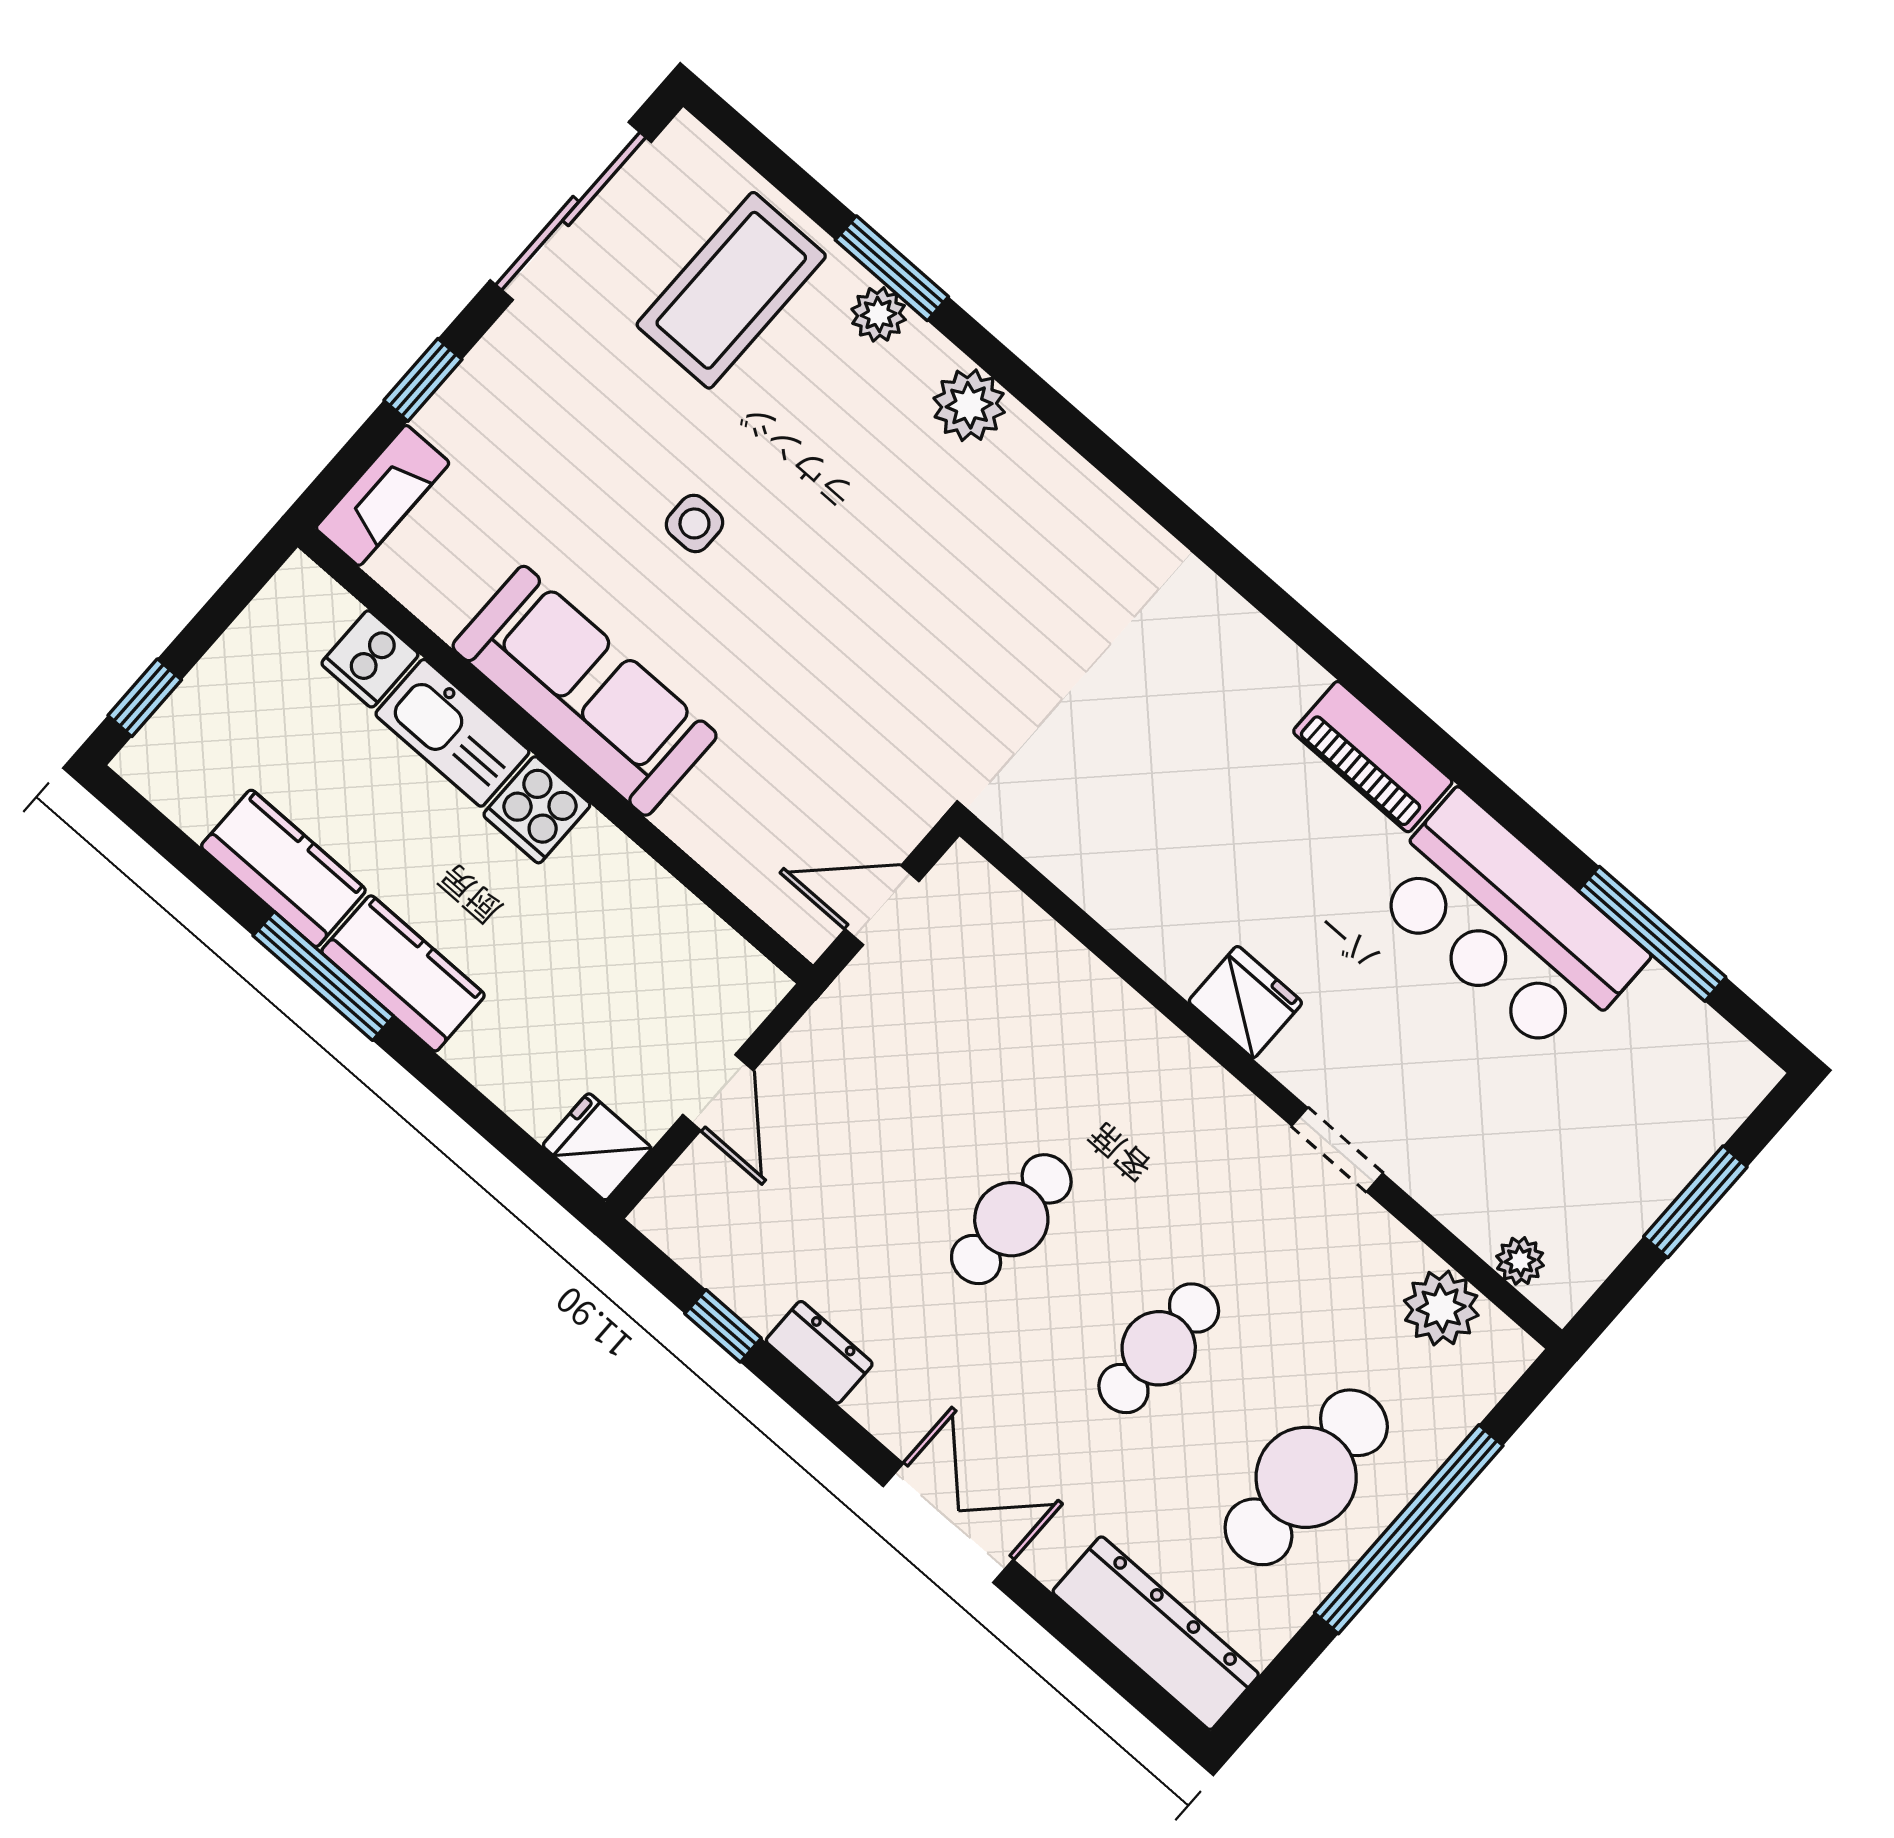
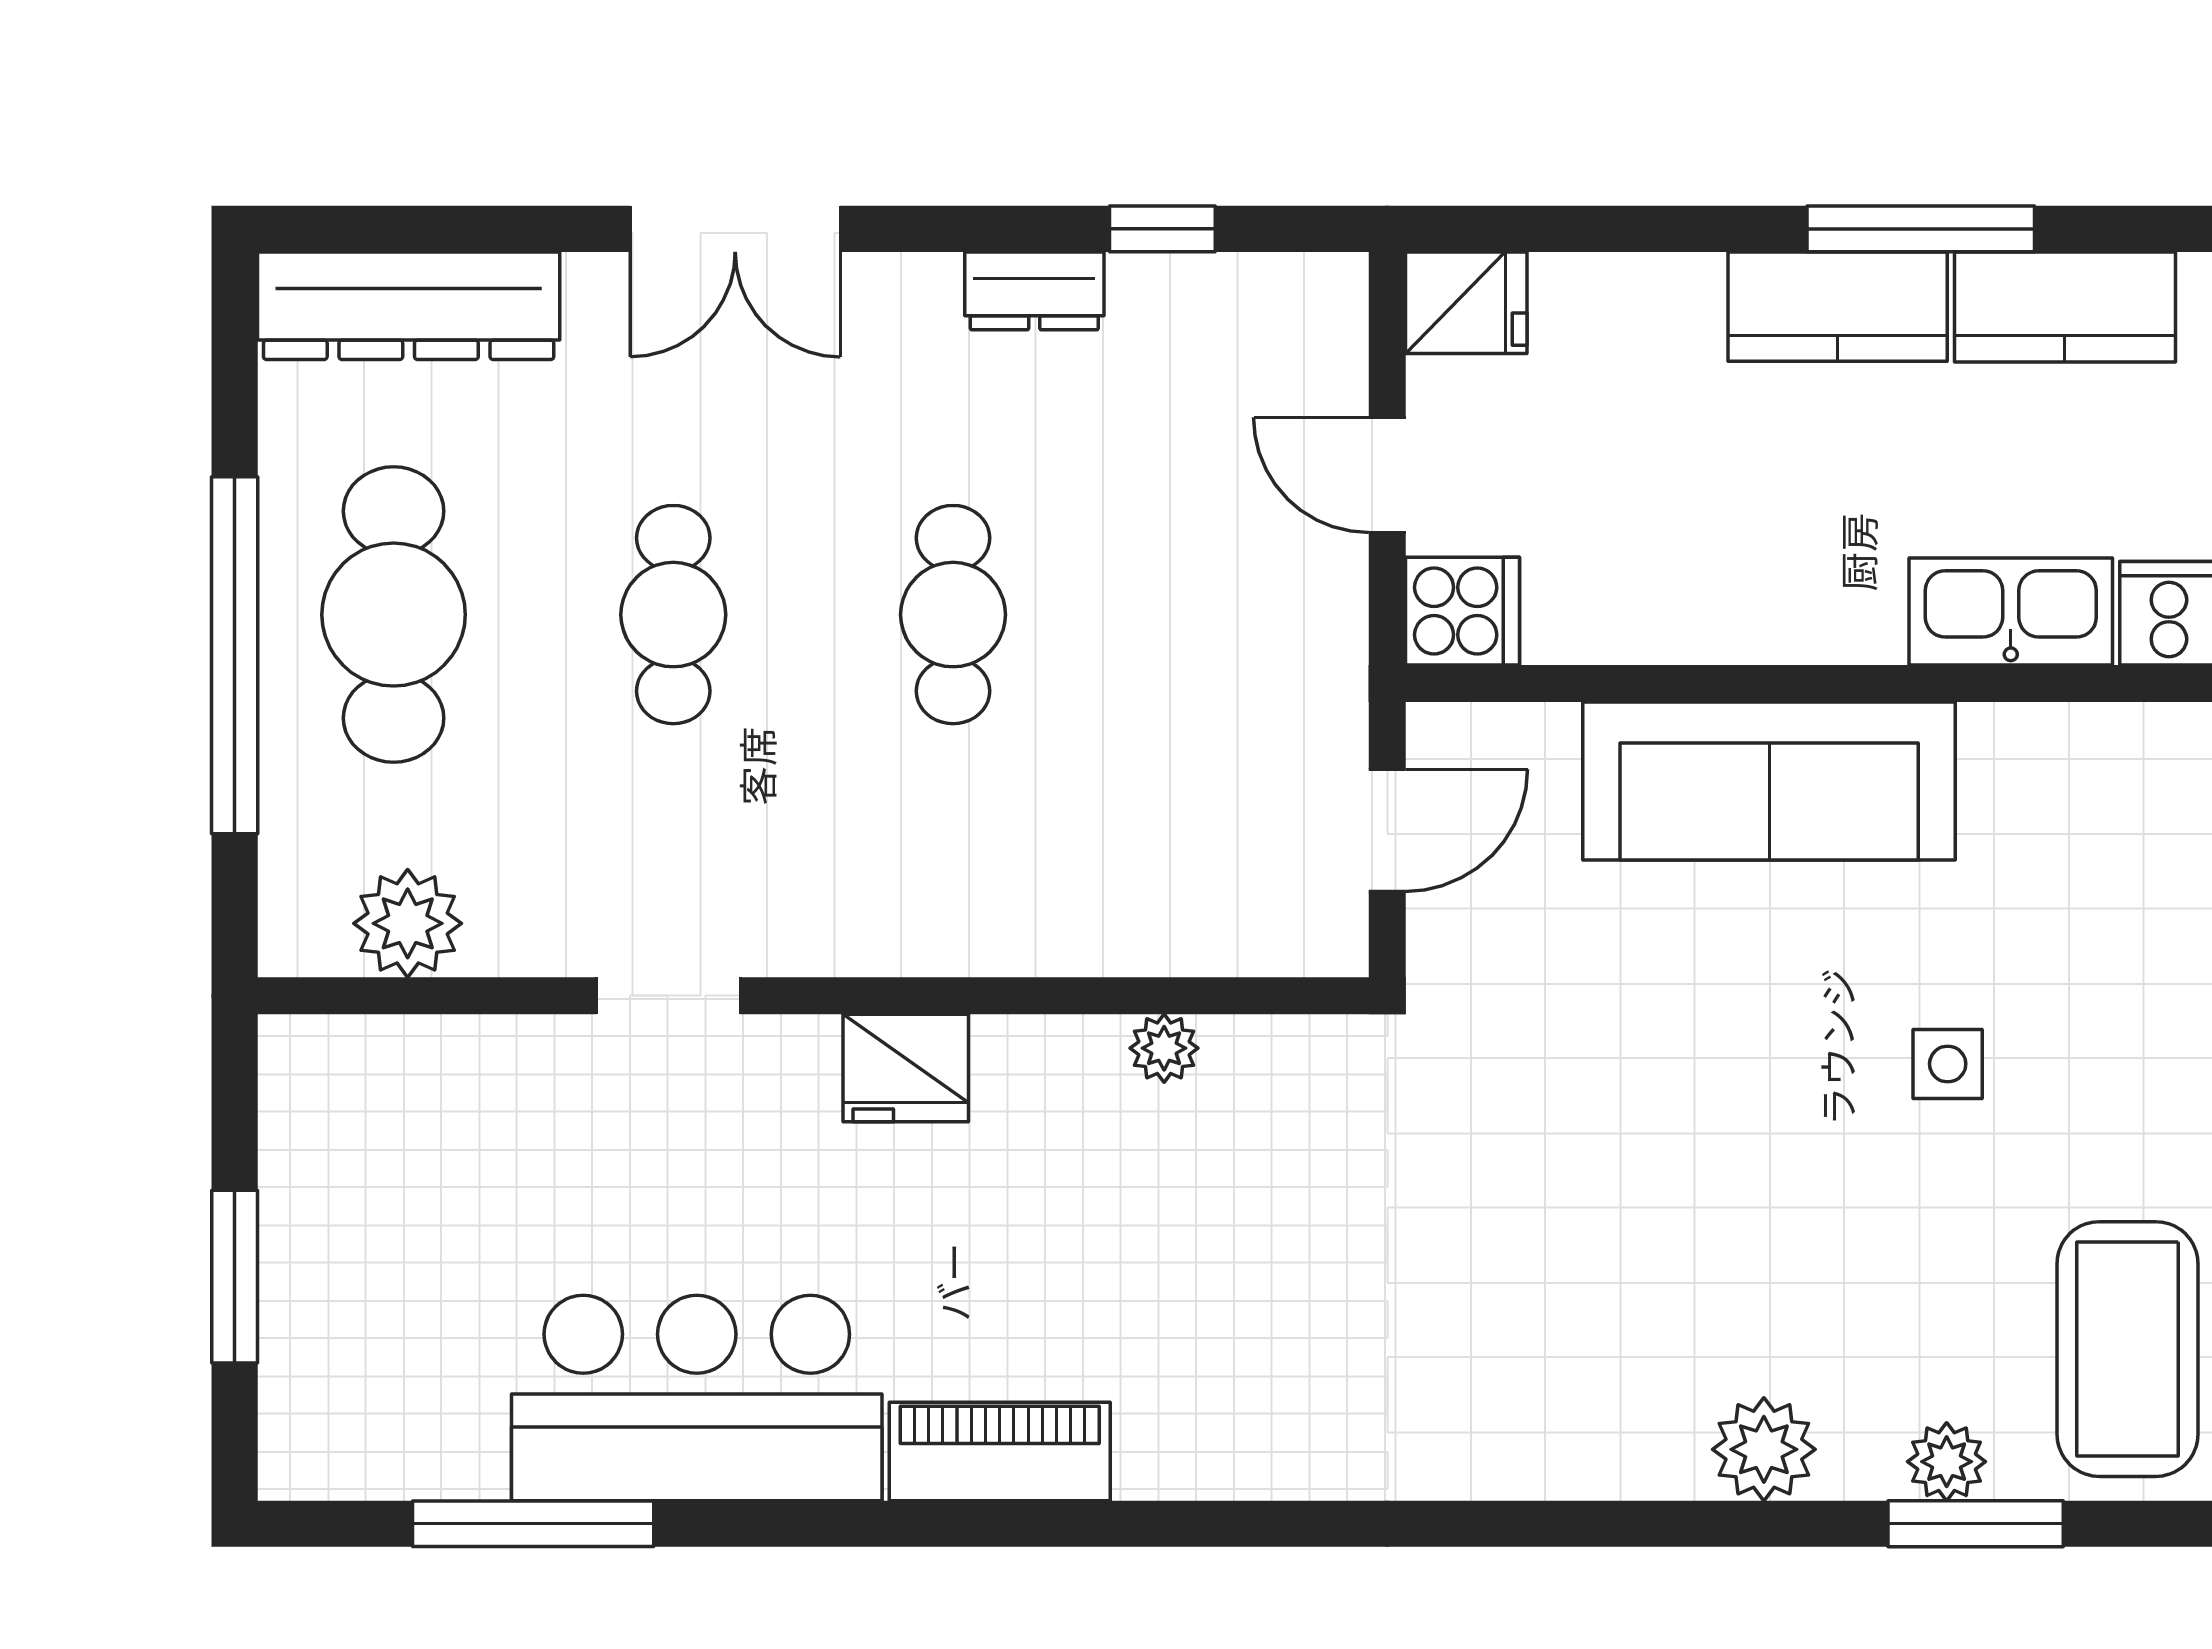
sofa: (585, 691) -> (1769, 781), moved
cooker: (537, 810) -> (1462, 611), moved, turned 90
plant: (1520, 1261) -> (1164, 1048), moved

